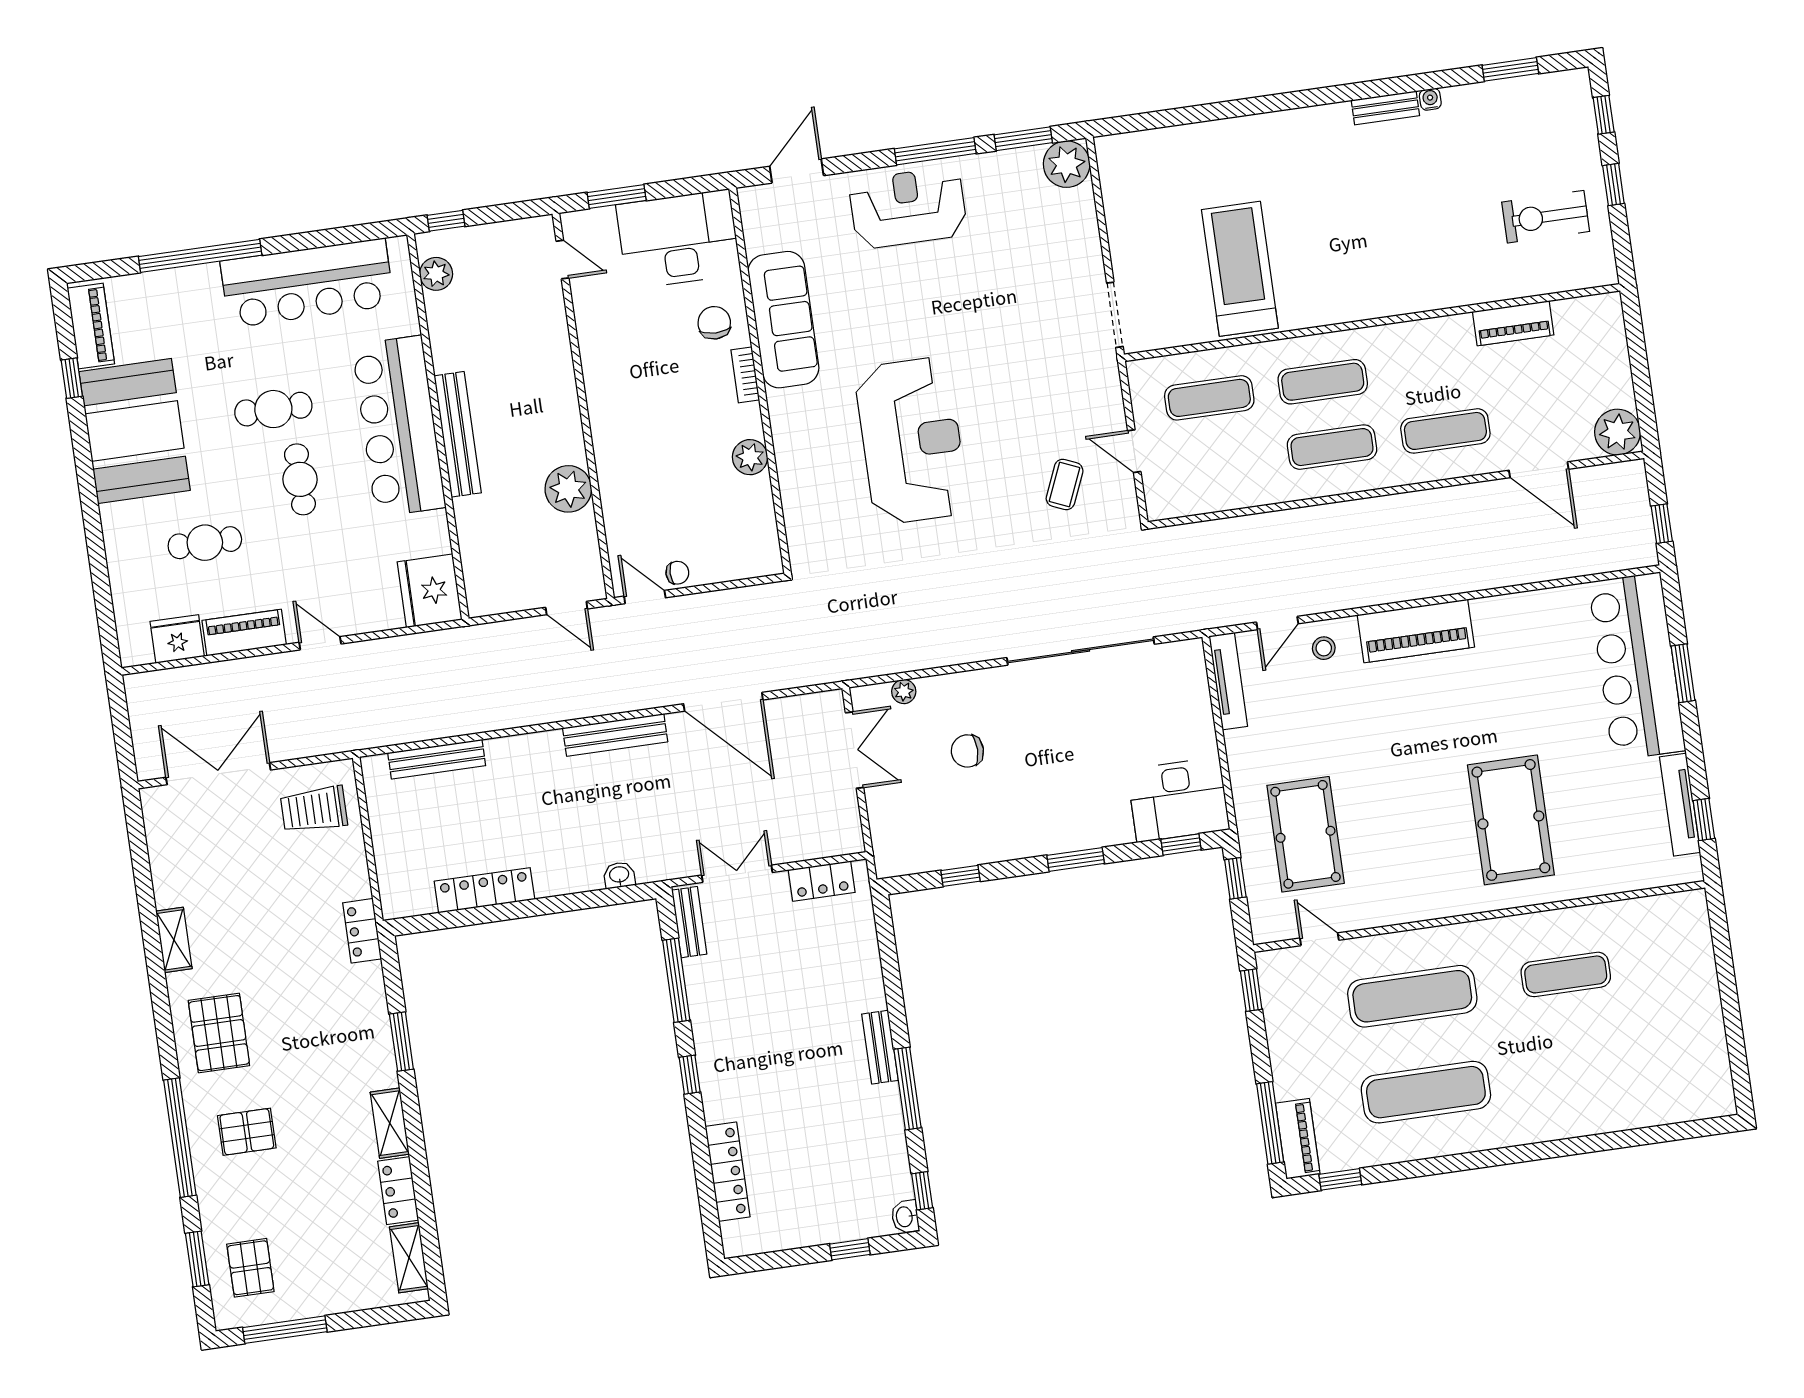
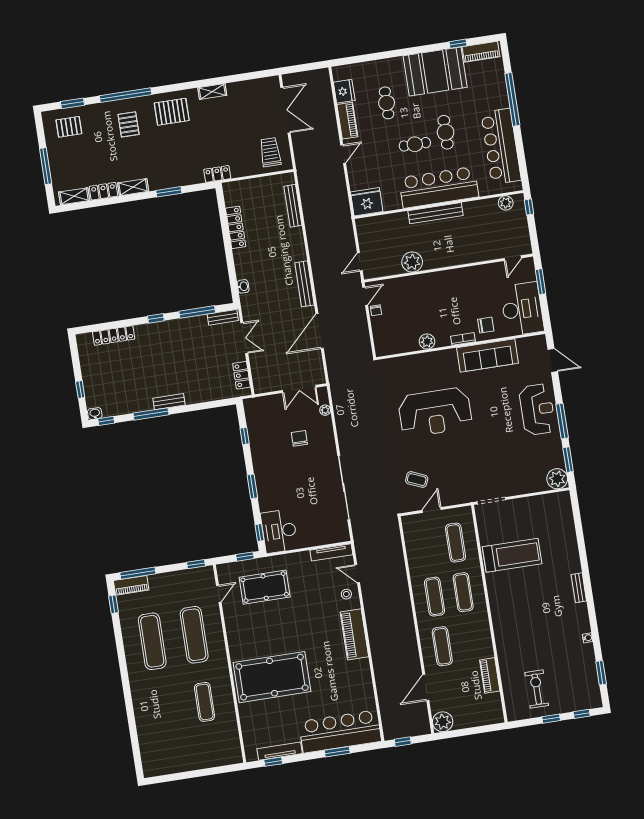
bench: (1385, 108) -> (579, 588), moved
pool table: (1511, 820) -> (272, 677), width x1.36, depth x1.32
window: (285, 1330) -> (46, 166), moved

